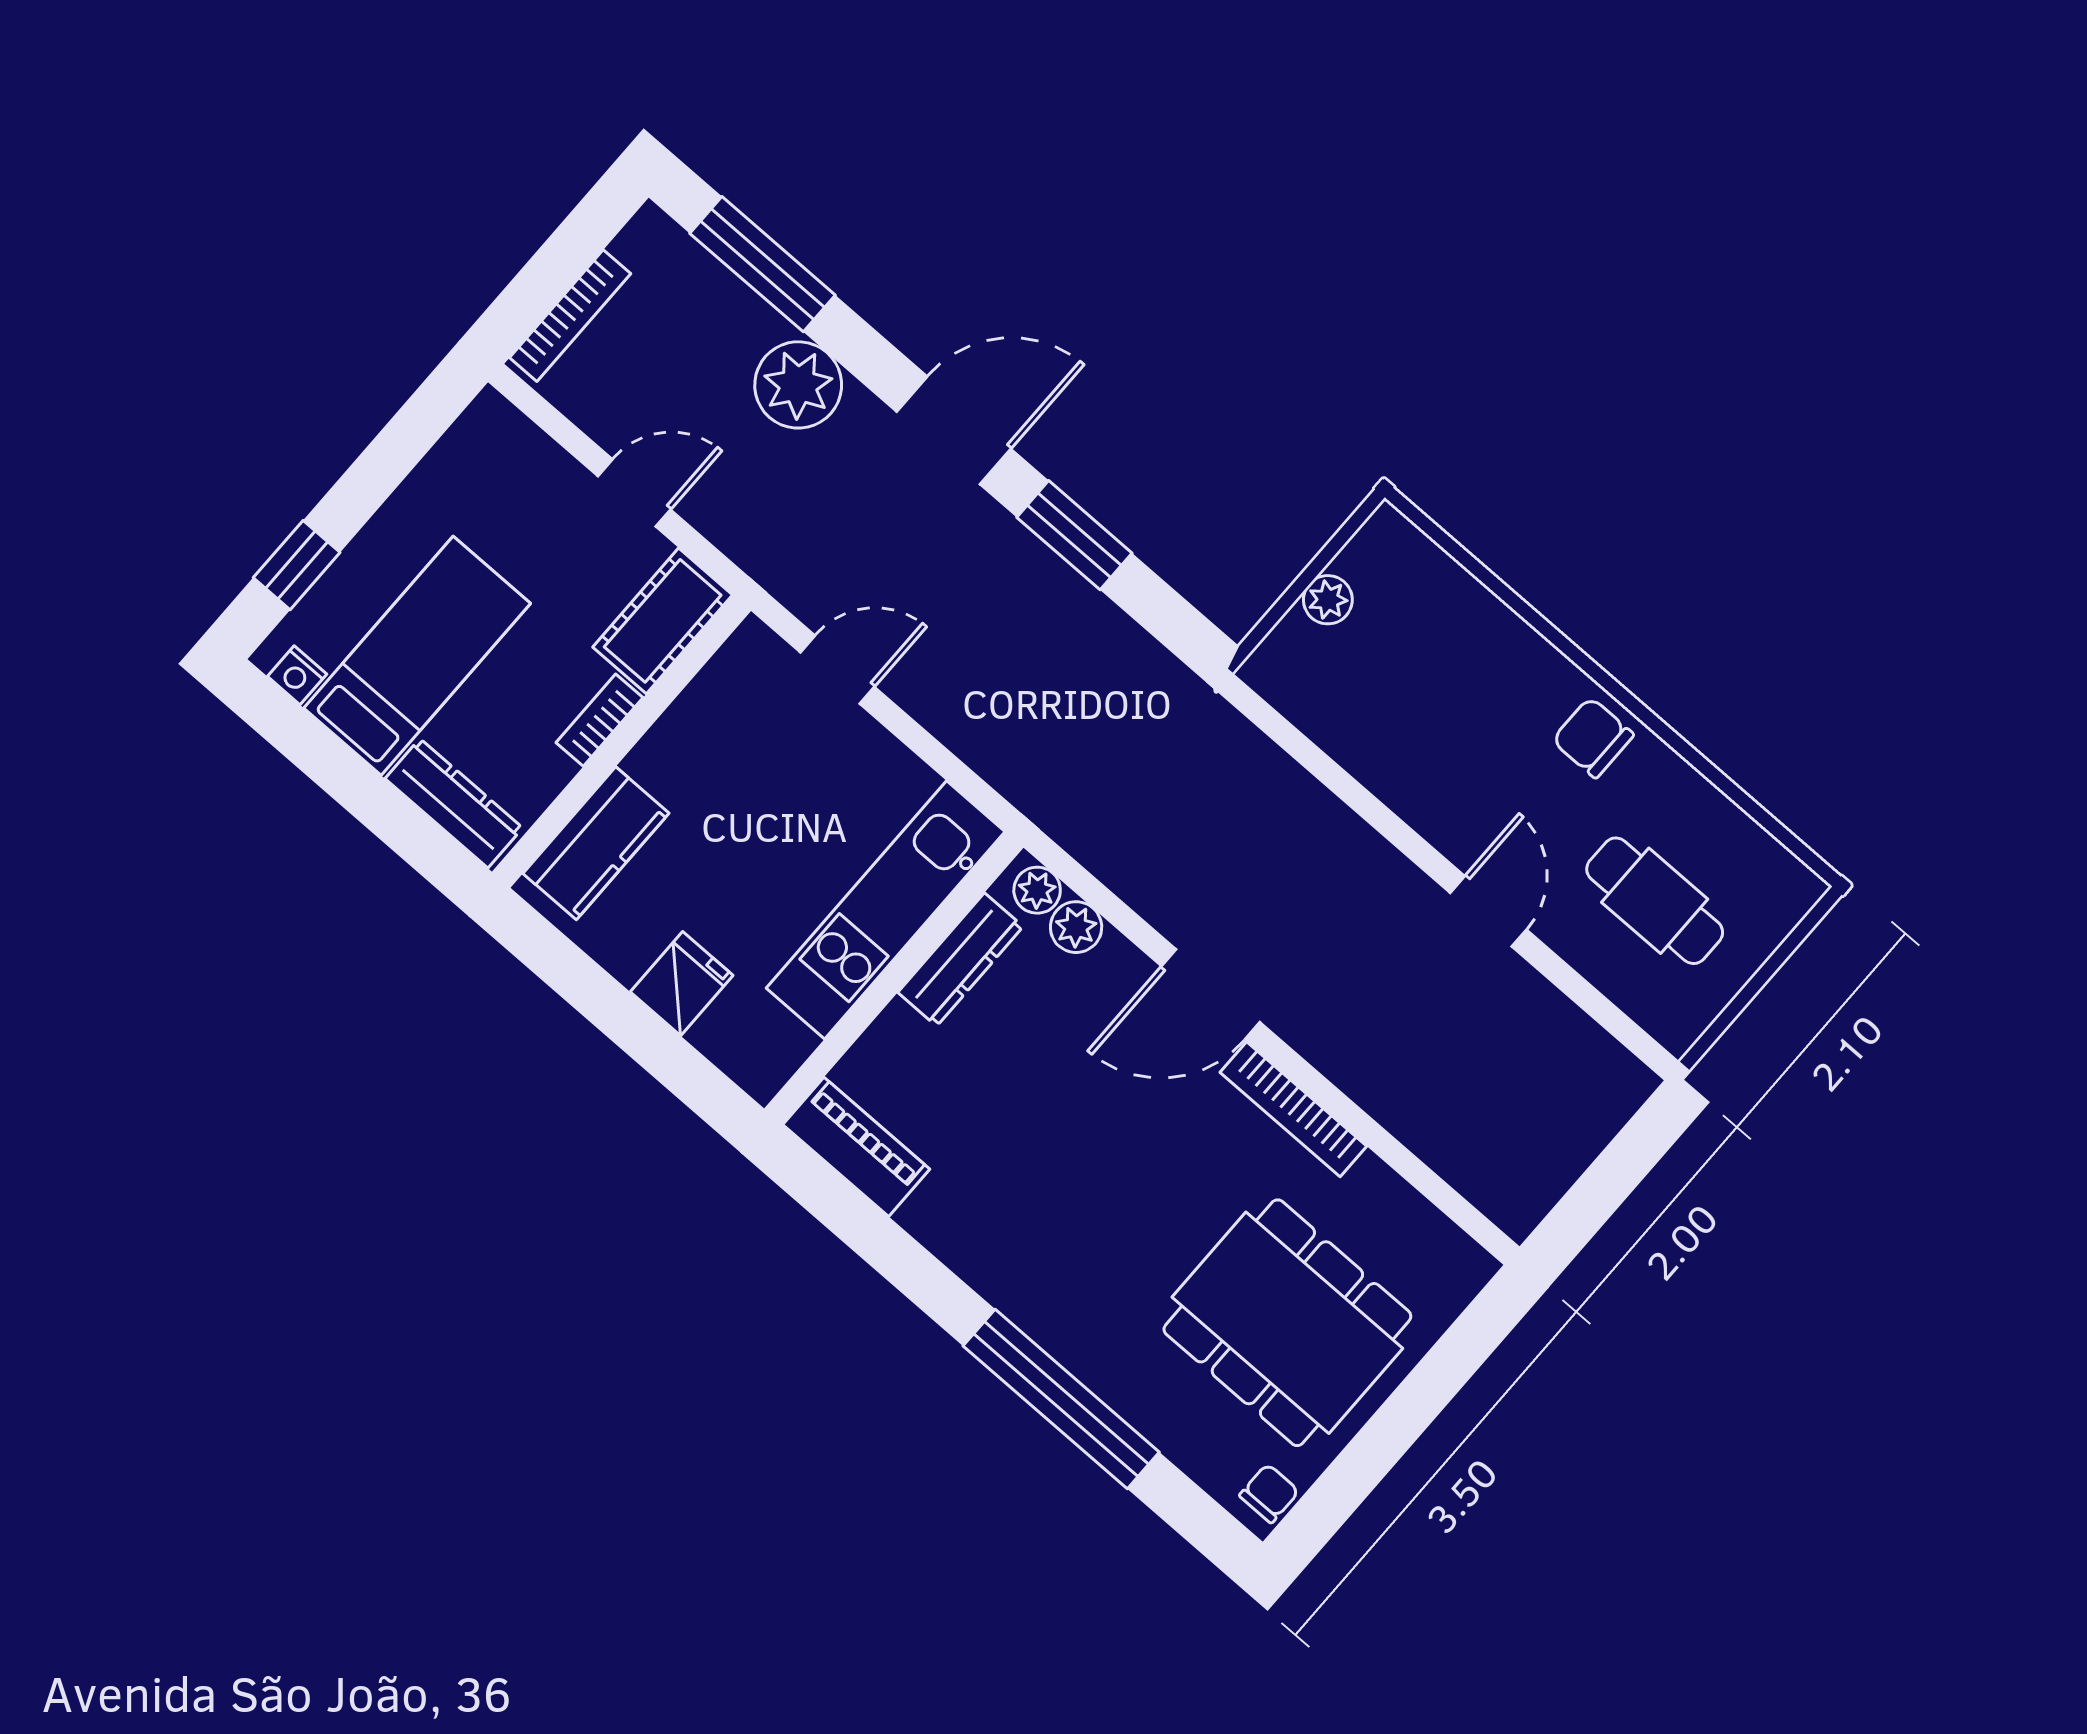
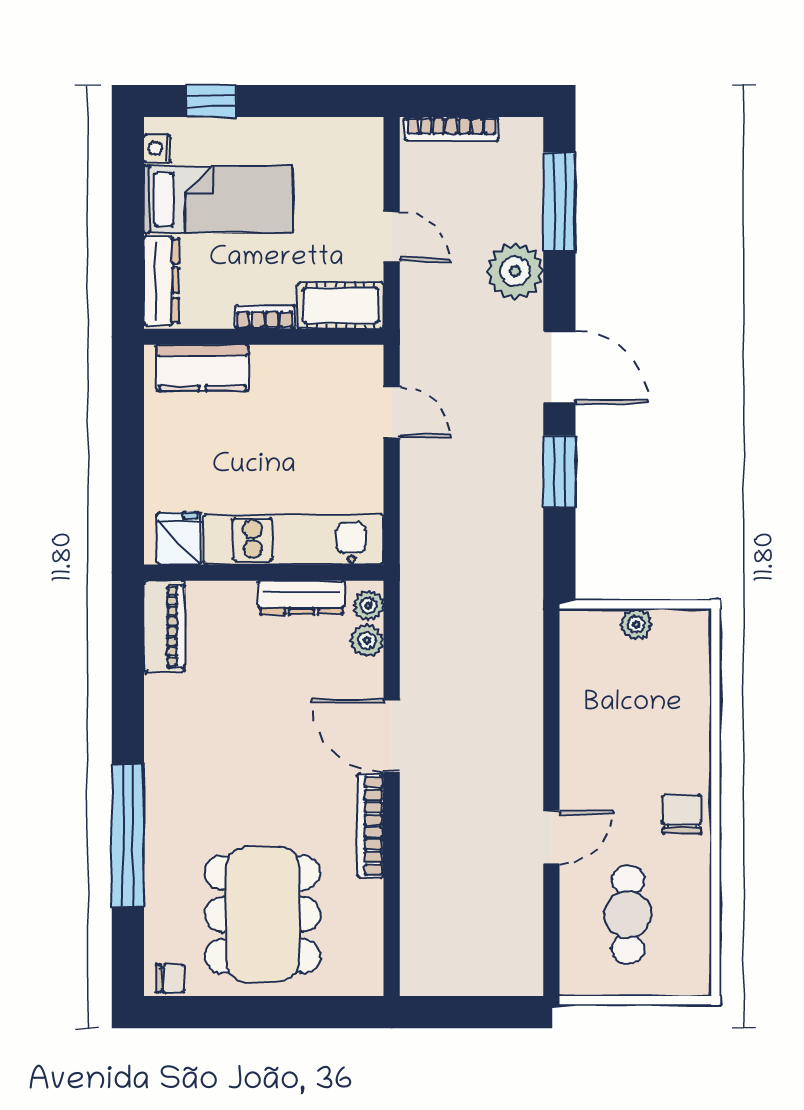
fridge: (682, 984) -> (179, 538), moved, turned -90

